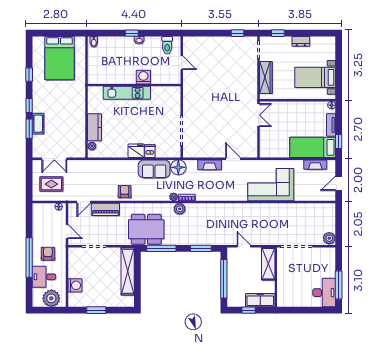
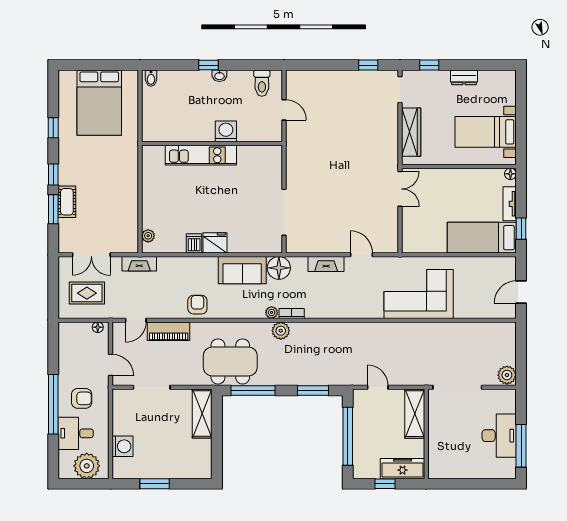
kitchen counter: (94, 127) -> (152, 207), removed
dishwasher: (150, 151) -> (194, 243), moved
fireplace: (315, 165) -> (139, 264), moved
armchair: (48, 254) -> (82, 398), turned 90
shelving: (128, 271) -> (202, 413), width x0.68
desk: (324, 293) -> (499, 436), moved

